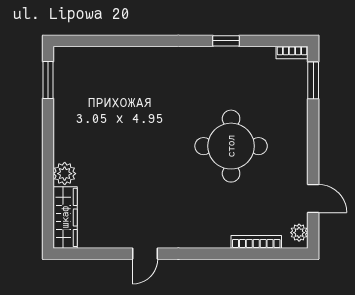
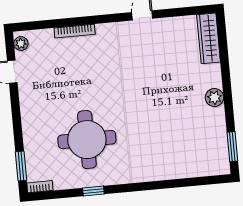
round table: (231, 146) -> (87, 140), moved
plant: (65, 174) -> (214, 98), moved
bookcase: (256, 242) -> (75, 31), moved

